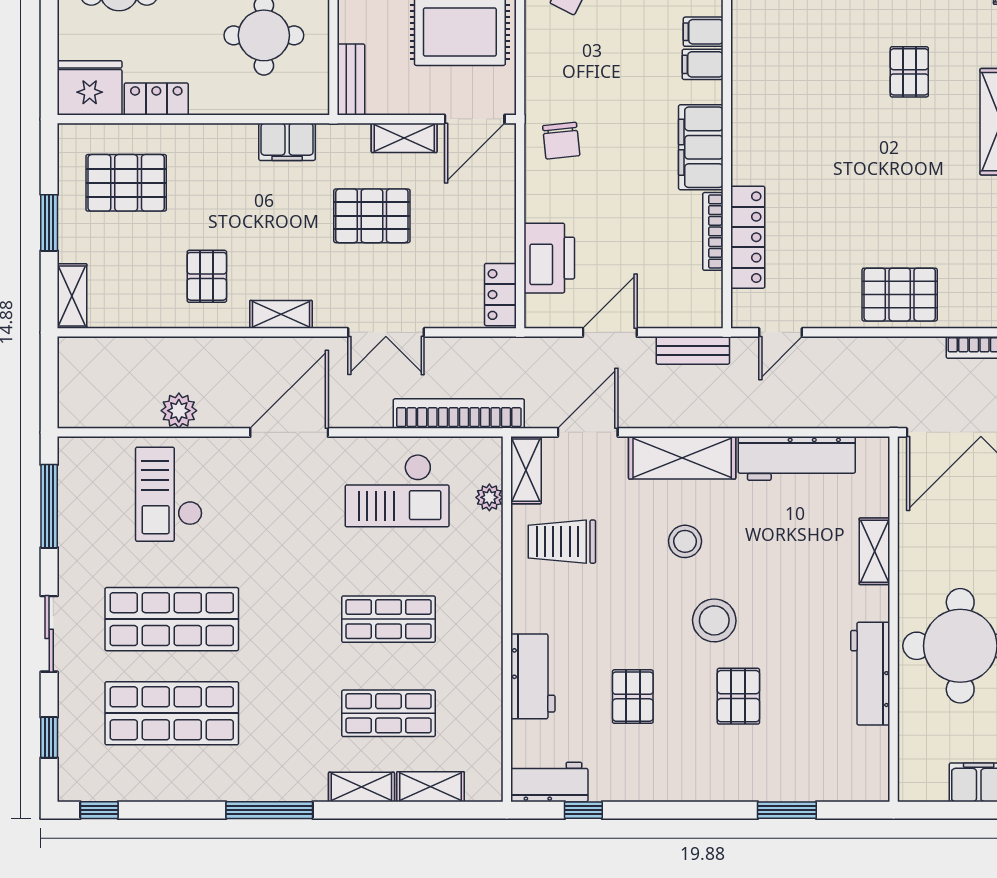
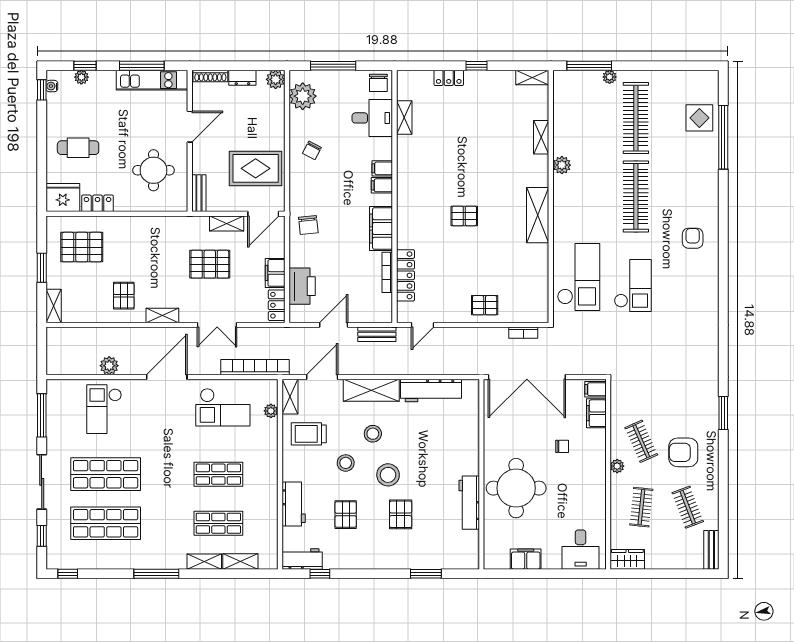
pallet: (909, 72) -> (464, 216), moved, turned 90
filing cabinet: (287, 142) -> (275, 273), moved, turned 90
pallet: (900, 295) -> (485, 305), width x0.67, depth x0.71
shelving: (874, 551) -> (471, 439), removed
stool: (633, 597) -> (346, 463), added
sliding door: (49, 634) -> (42, 482), width x1.37

